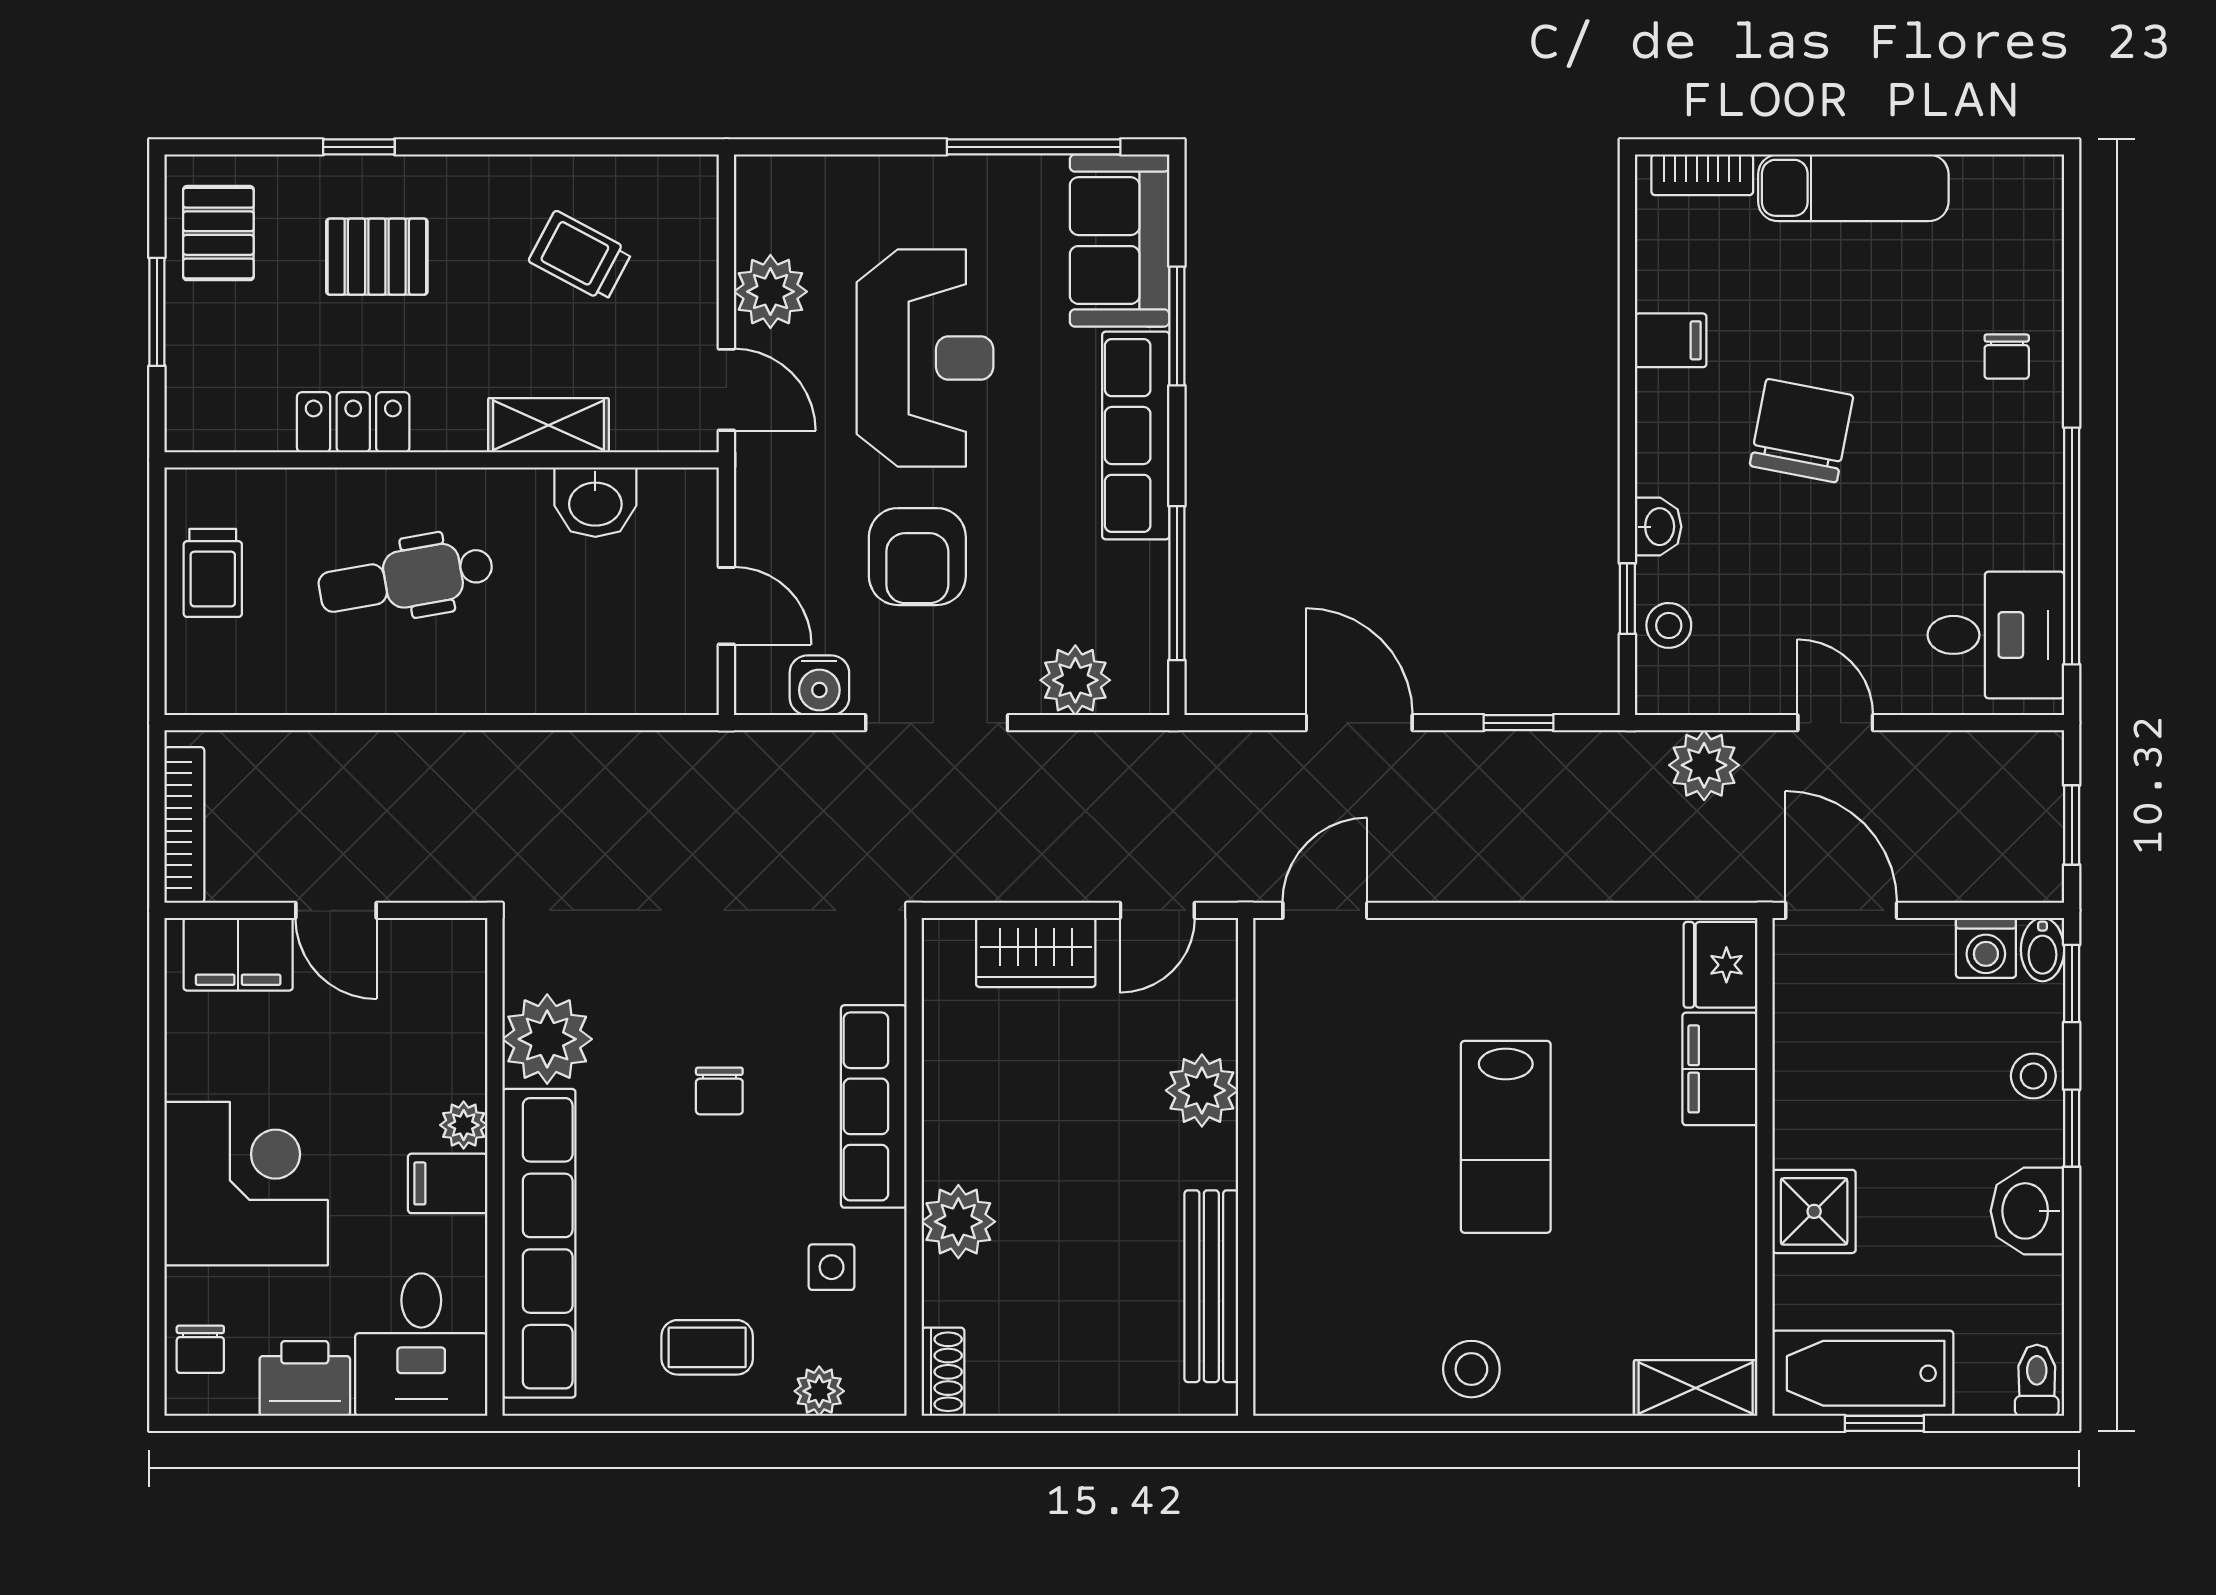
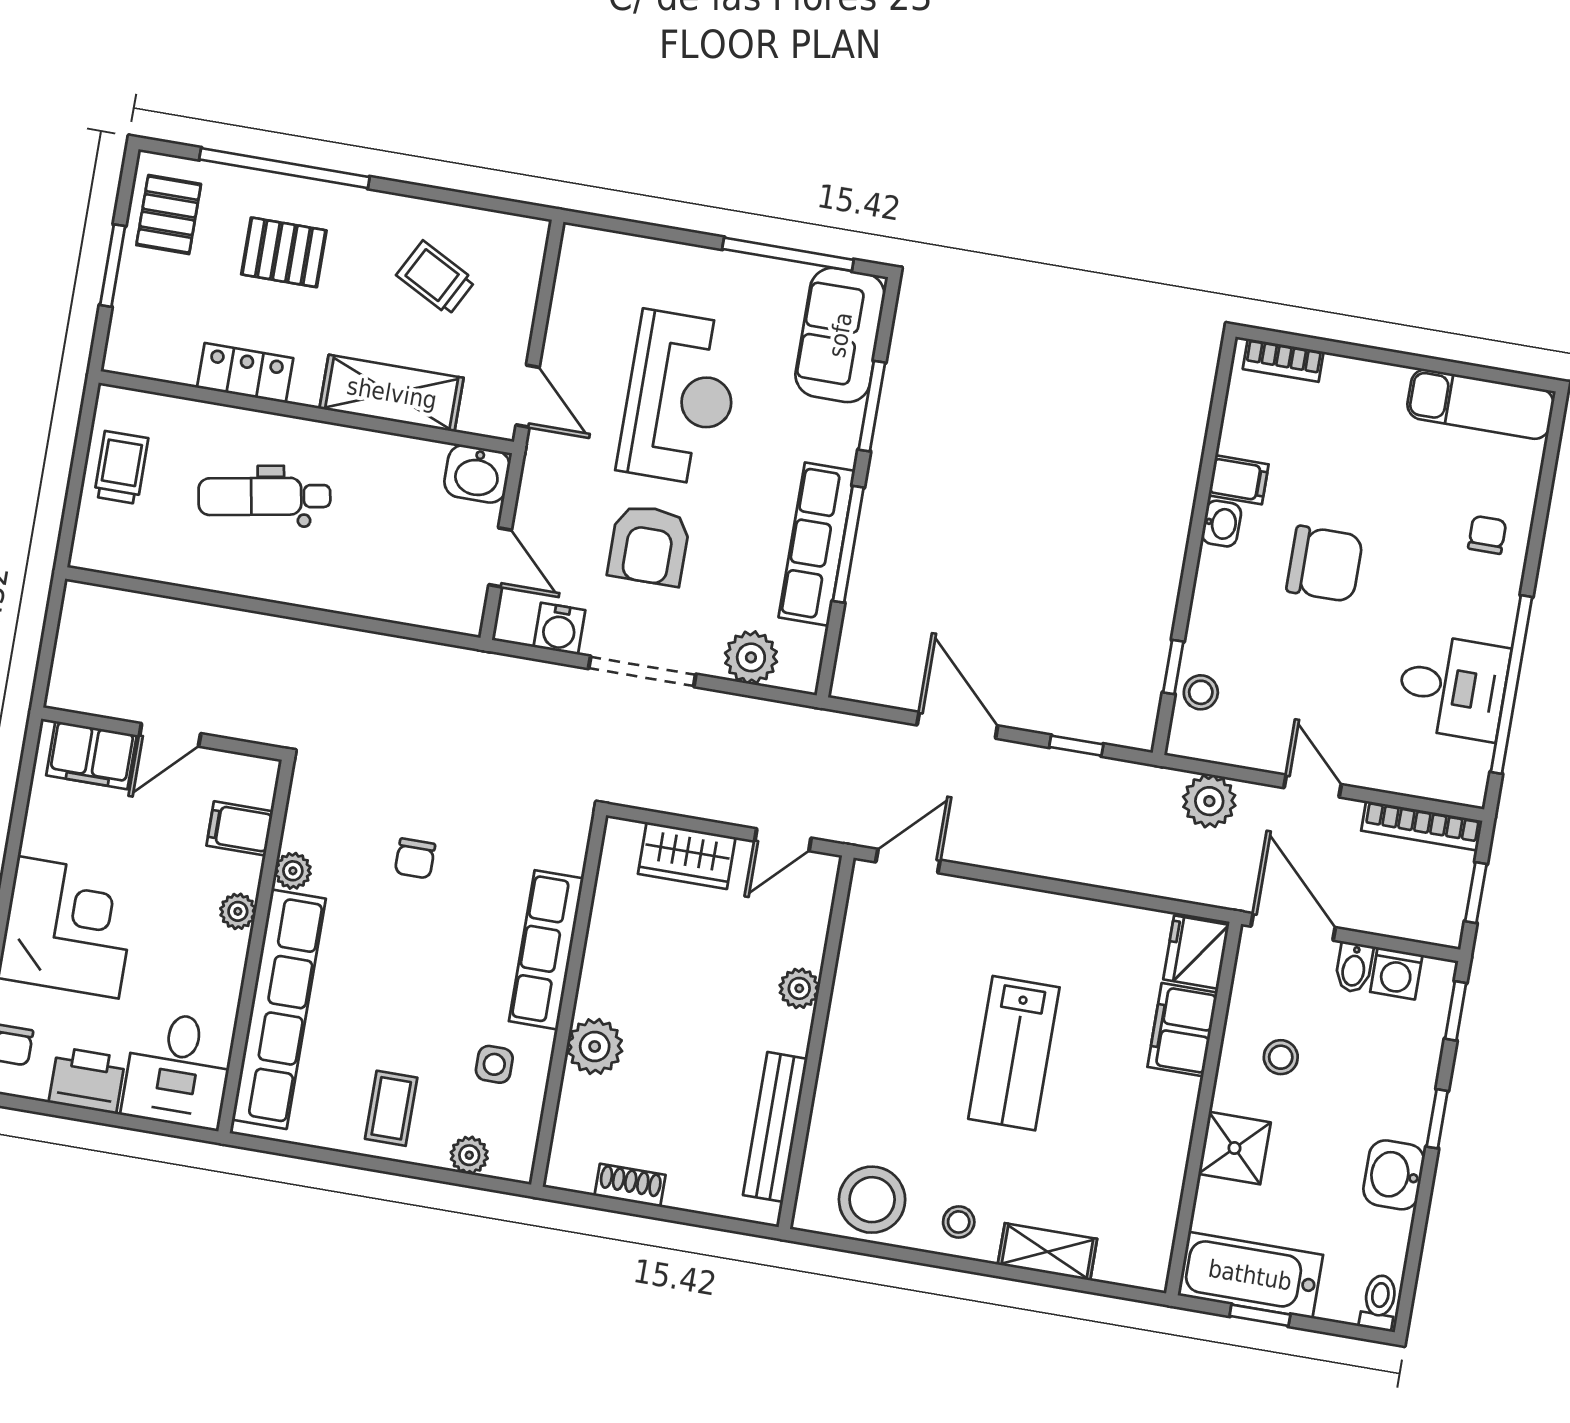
window: (359, 147) -> (284, 168), width x3.17
exam couch: (1853, 188) -> (1480, 404), moved
plant: (770, 292) -> (573, 329), removed
chair: (2007, 357) -> (1487, 535), turned 180
shelving: (548, 425) -> (392, 393), width x1.50, depth x1.33
chair: (1802, 431) -> (1325, 564), turned 79
row of seats: (1136, 435) -> (817, 544), moved
washbasin: (595, 502) -> (477, 474), moved
washbasin: (1658, 527) -> (1221, 524), moved
trolley: (213, 573) -> (121, 467), turned 180
window: (1177, 583) -> (848, 544), moved
desk: (1996, 635) -> (1453, 687), moved
bookcase: (184, 825) -> (1422, 826), moved, turned 90
door: (336, 910) -> (170, 735), hinge flipped
bidet: (2043, 950) -> (1354, 967), moved
plant: (547, 1039) -> (293, 871), width x0.53, depth x0.53
stool: (2033, 1076) -> (1281, 1057), moved
plant: (1202, 1090) -> (799, 988), width x0.73, depth x0.73
chair: (719, 1091) -> (415, 858), moved
filing cabinet: (448, 1183) -> (240, 828), moved
coffee table: (707, 1347) -> (391, 1108), turned 90
stool: (1354, 1359) -> (872, 1200), added
stool: (1471, 1369) -> (959, 1222), width x0.73, depth x0.73
shoe rack: (943, 1372) -> (630, 1185), moved, turned -90
shelving: (1696, 1388) -> (1047, 1252), moved

